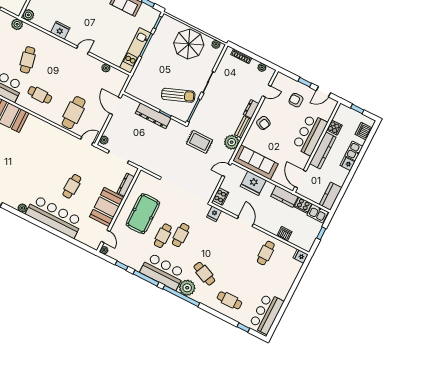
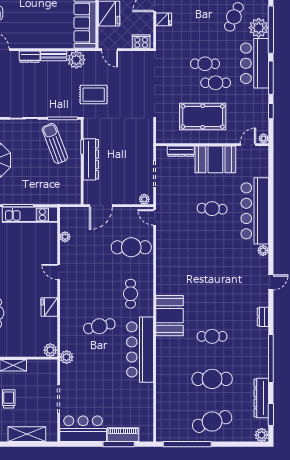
armchair: (263, 123) -> (38, 36), removed
rug: (200, 142) -> (94, 95), turned 90
fridge: (214, 214) -> (164, 19), moved

